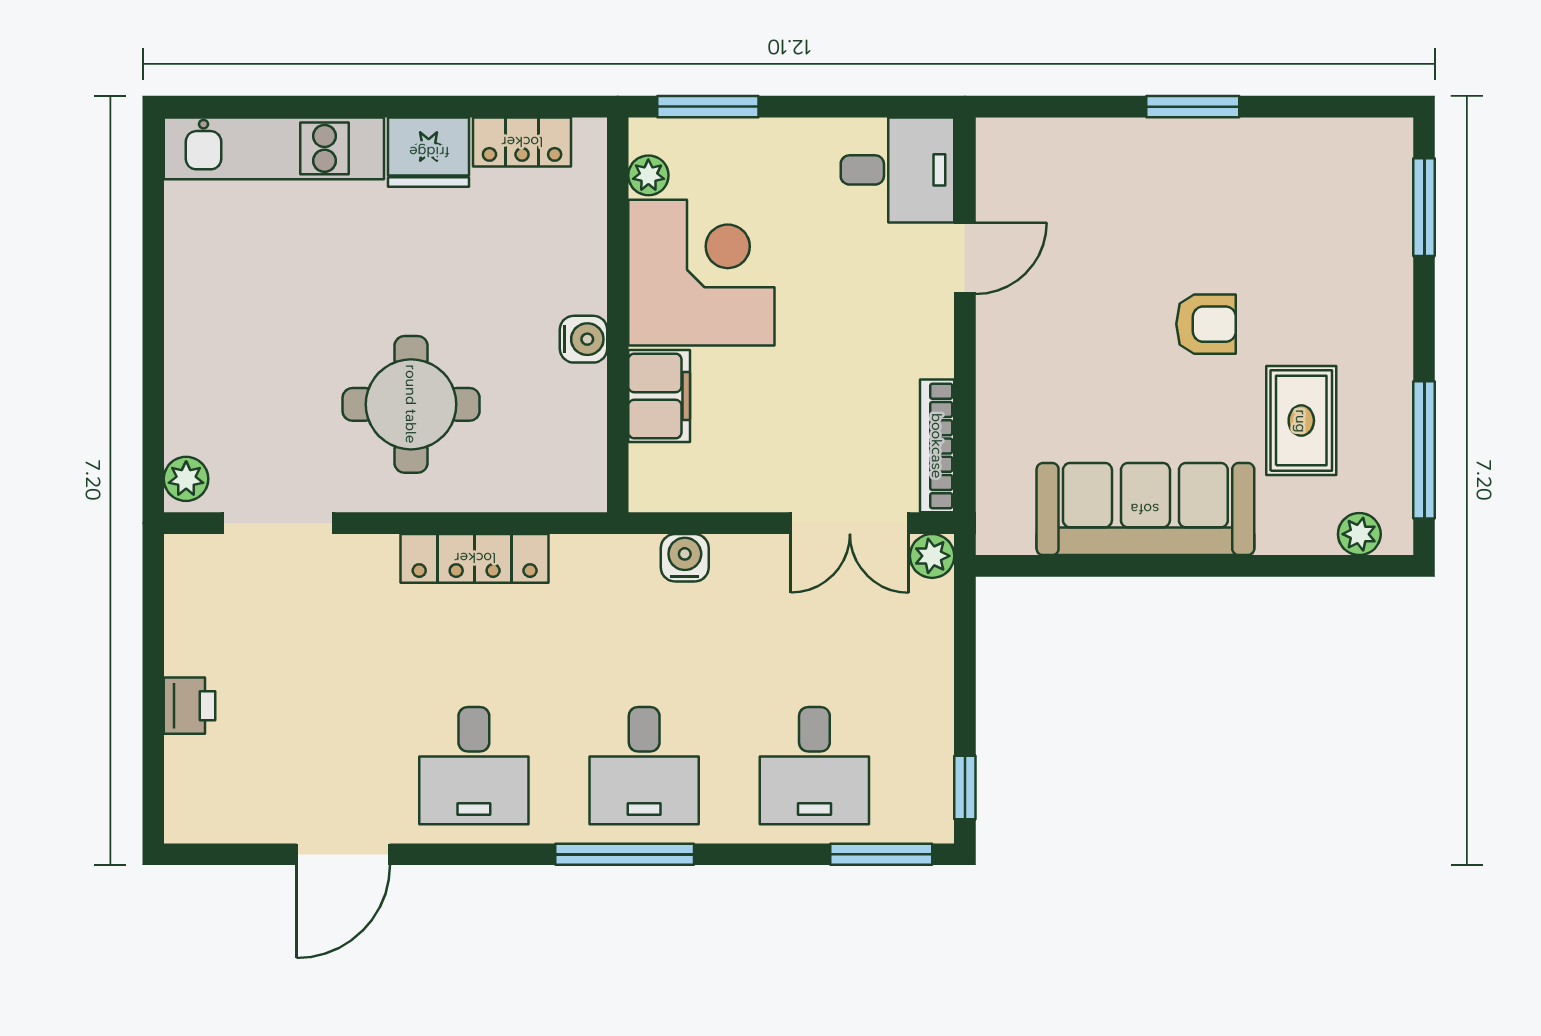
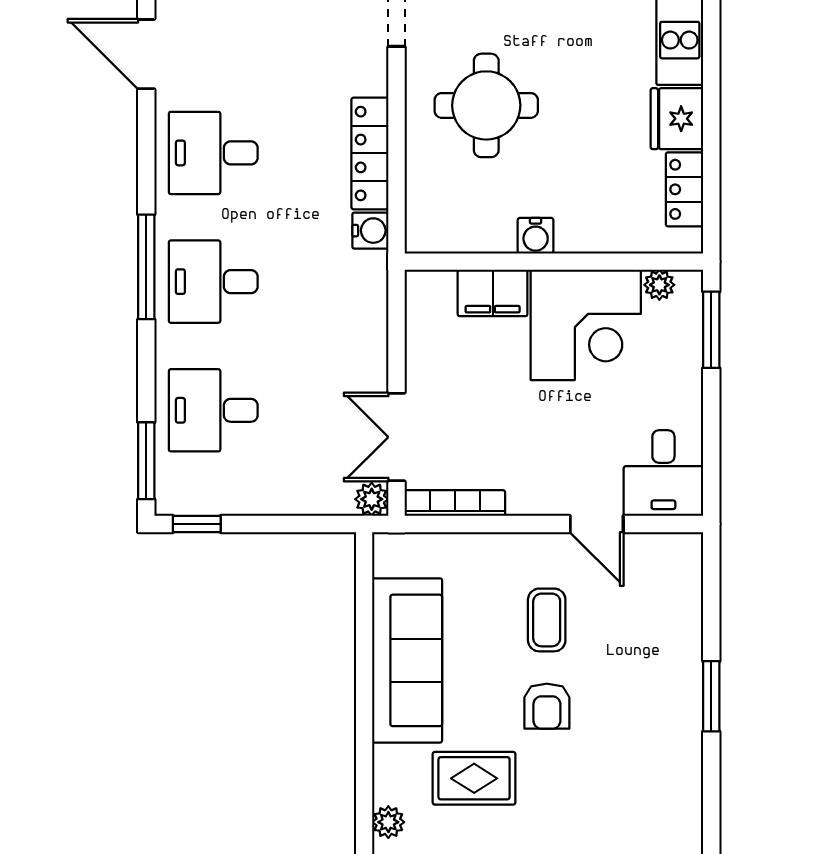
coffee table: (1092, 324) -> (547, 620), added
water cooler: (685, 558) -> (370, 231), moved

